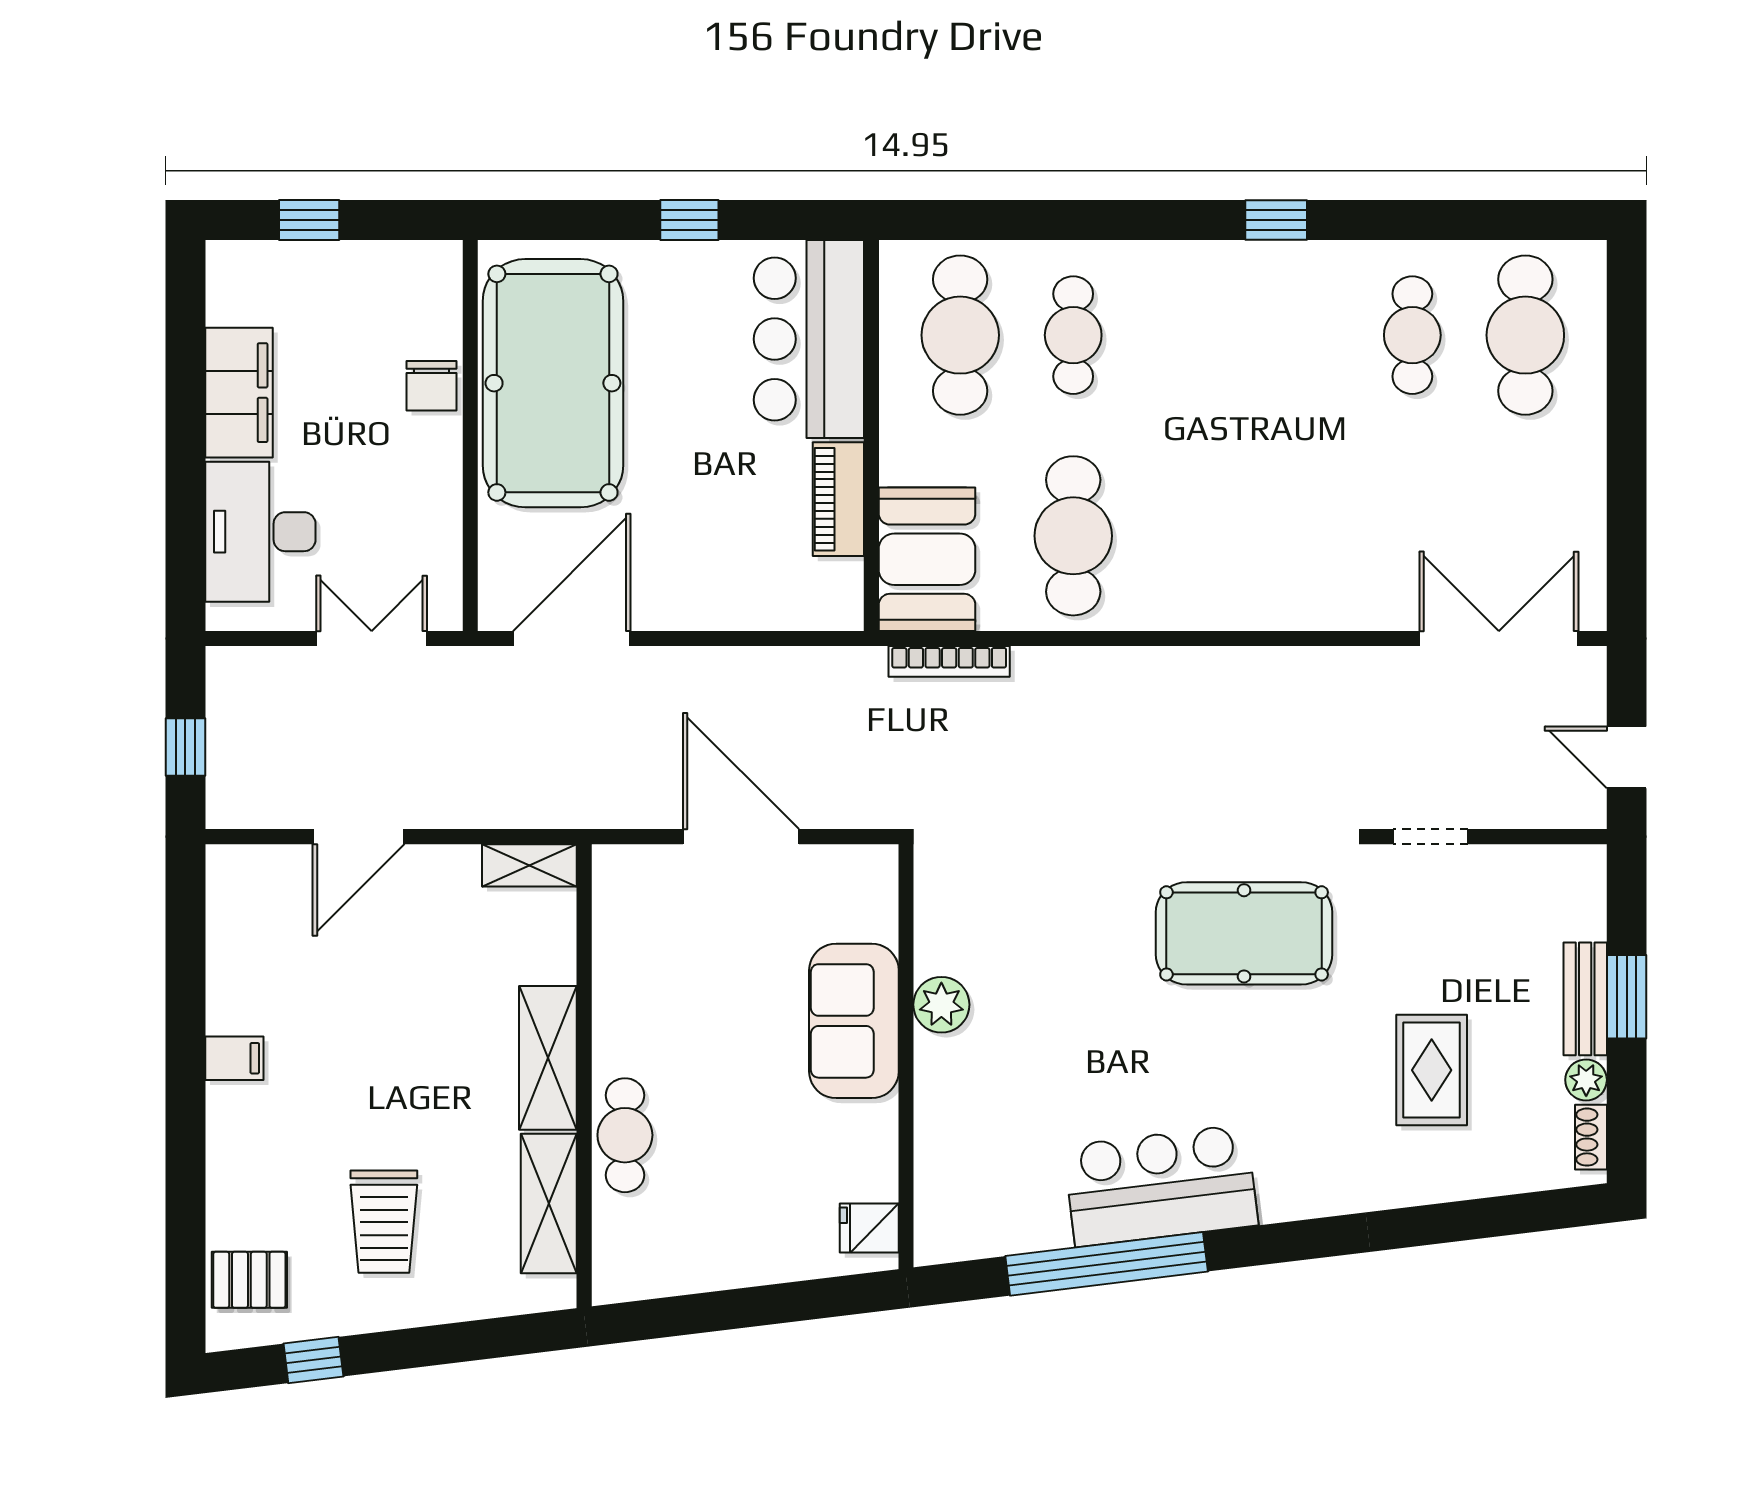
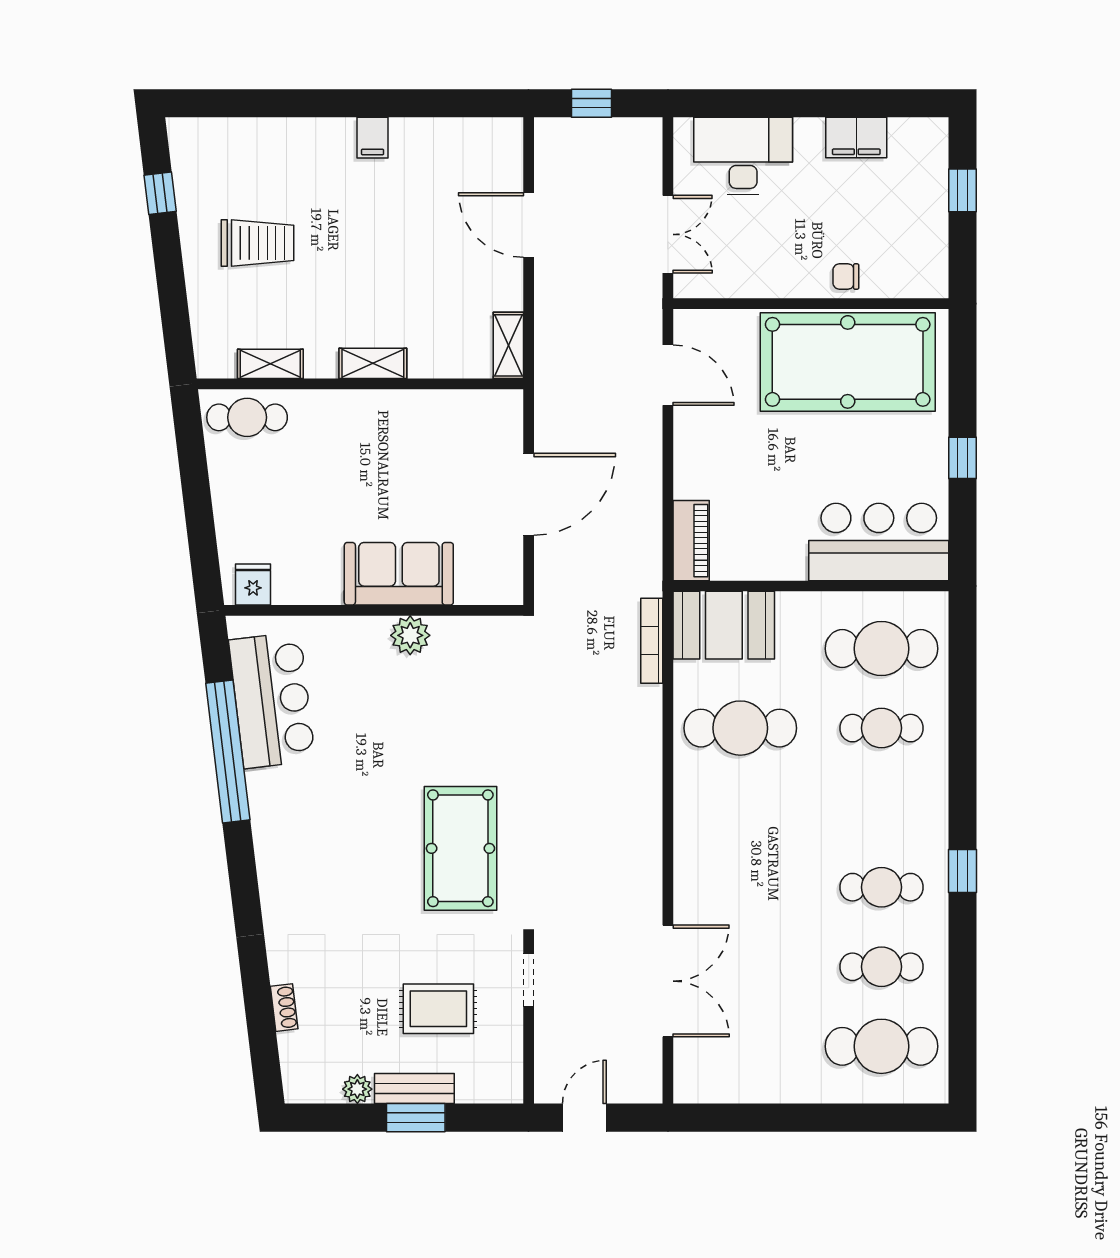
cafe table: (1299, 335) -> (881, 887), added
chair: (432, 386) -> (846, 276), width x0.73, depth x0.73
filing cabinet: (239, 393) -> (856, 138), width x0.67, depth x0.86
piano: (838, 499) -> (691, 541), moved, turned 90
door: (572, 638) -> (668, 375), width x0.73
double door: (1499, 638) -> (668, 981), moved
shelving: (548, 1058) -> (373, 363), width x0.67, depth x0.75
rug: (1432, 1070) -> (438, 1009), moved
cafe table: (625, 1135) -> (247, 417), moved
shoe rack: (1591, 1137) -> (284, 1008), moved, turned 83
bar counter: (1161, 1186) -> (272, 700), moved
shelving: (549, 1204) -> (270, 364), width x0.67, depth x0.75
trolley: (384, 1222) -> (258, 243), turned 180
pallet: (249, 1280) -> (217, 148), removed

